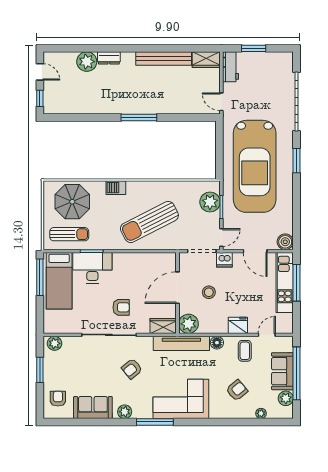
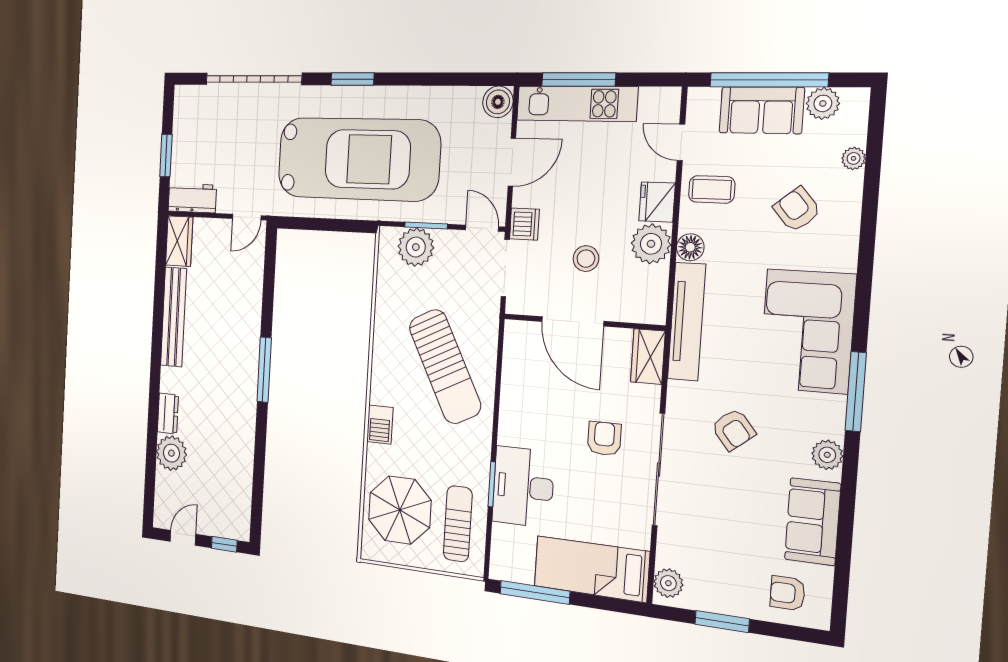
bed: (59, 281) -> (591, 569), moved, turned 180
plant: (189, 324) -> (651, 244), moved

